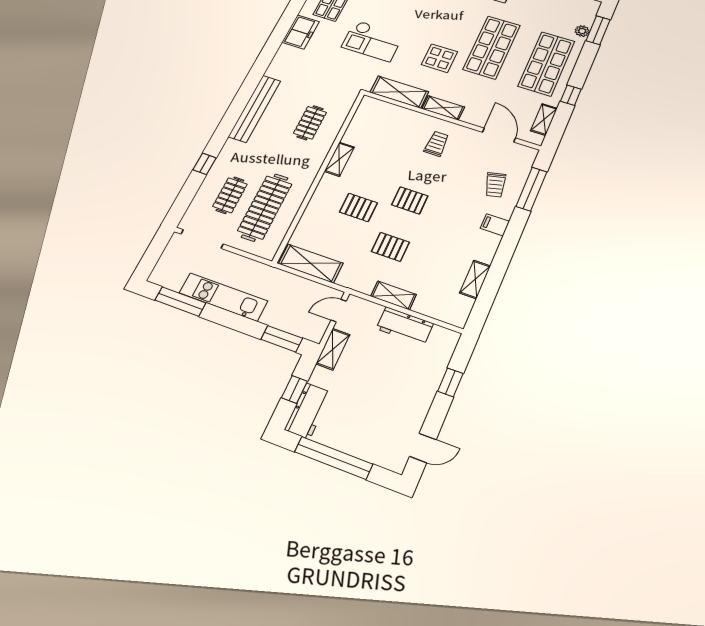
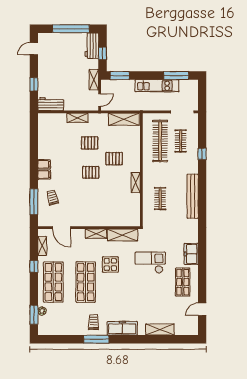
trolley: (437, 144) -> (91, 211), removed
filing cabinet: (488, 241) -> (44, 164), added
shelving: (475, 279) -> (42, 141), removed
workbench: (405, 326) -> (51, 104), moved

